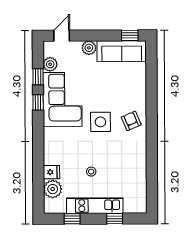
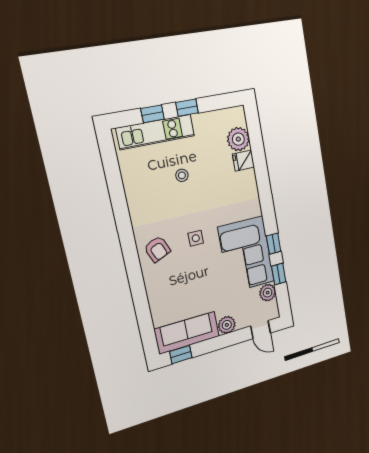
door: (62, 36) -> (261, 330), hinge flipped
side table: (100, 122) -> (196, 238), width x0.54, depth x0.54
stool: (91, 172) -> (182, 175), moved
kitchen unit: (95, 206) -> (156, 132), moved
window: (72, 219) -> (187, 108), moved

